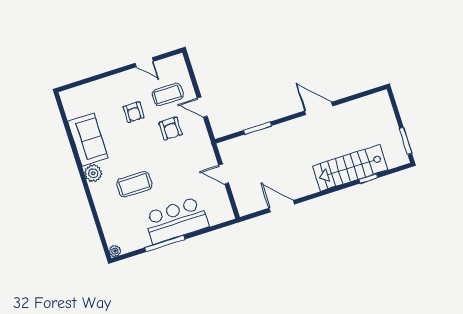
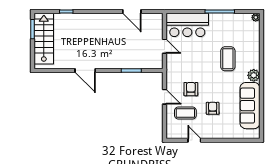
sofa: (88, 140) -> (250, 106), width x1.36
stairs: (350, 168) -> (44, 39), moved, turned -90
coffee table: (134, 184) -> (228, 59), turned 90
bar counter: (176, 220) -> (187, 25), moved

